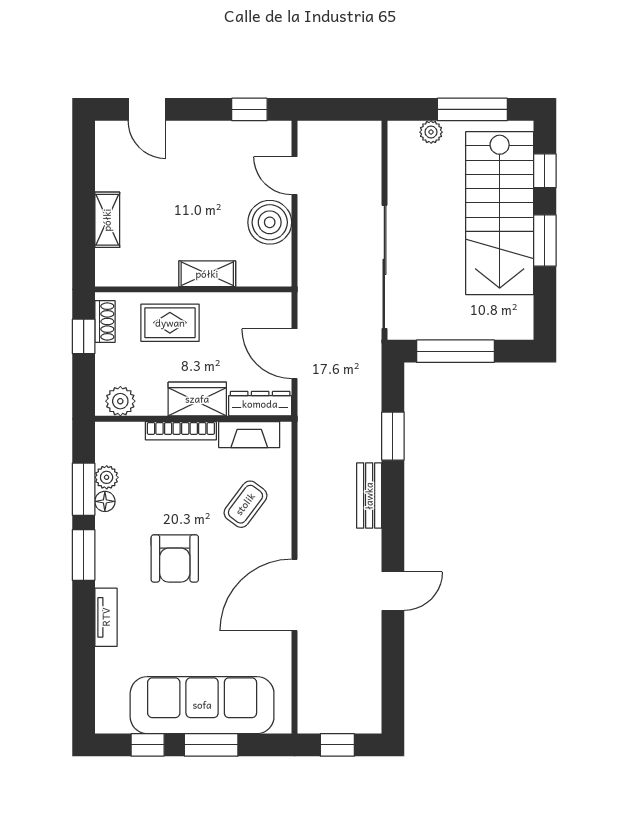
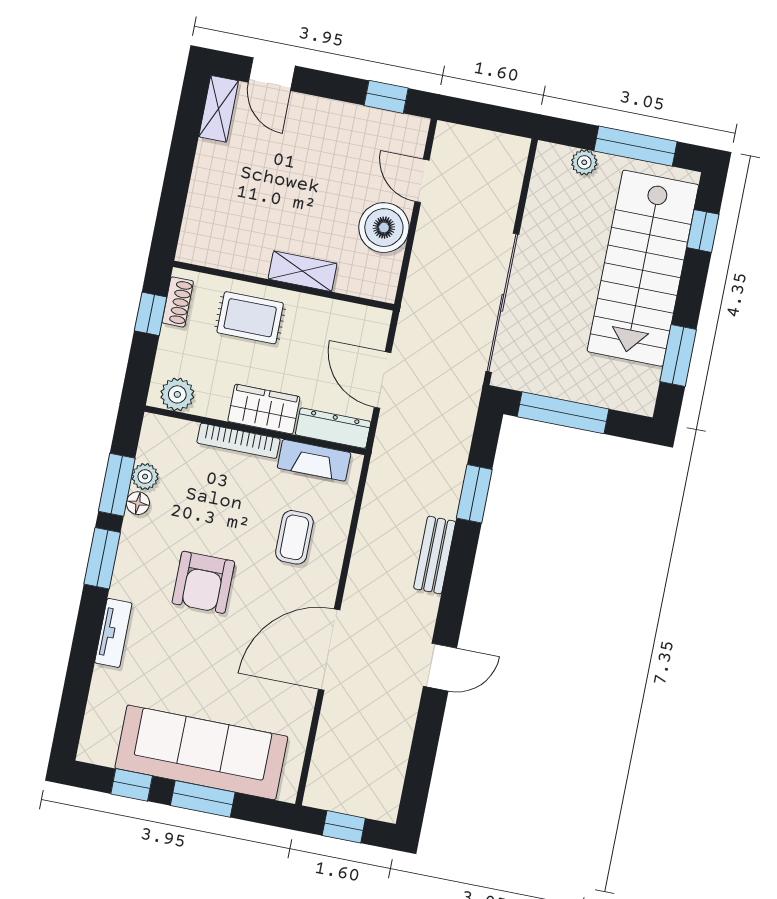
shelving: (107, 220) -> (219, 109), moved
window: (545, 241) -> (678, 356), moved
coffee table: (245, 504) -> (294, 537), turned -37

